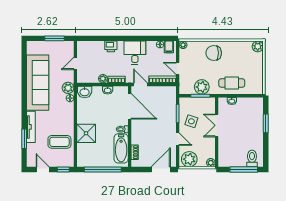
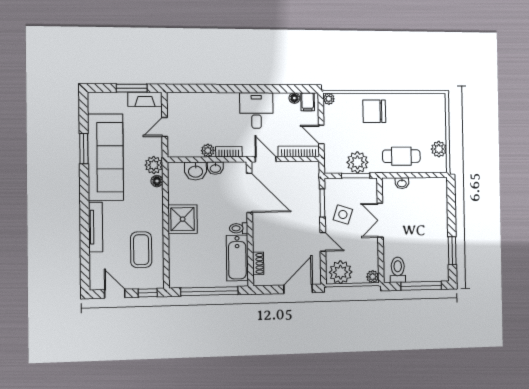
fireplace: (63, 46) -> (145, 99), added
printer: (111, 46) -> (220, 101), removed
plant: (258, 46) -> (439, 149), moved
washbasin: (85, 92) -> (196, 171), moved
window: (266, 123) -> (452, 251), moved
shower: (86, 133) -> (183, 219), moved
window: (24, 139) -> (84, 149), moved
coffee table: (59, 142) -> (141, 250), turned 90
toilet: (252, 158) -> (398, 270), moved

